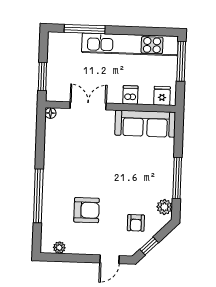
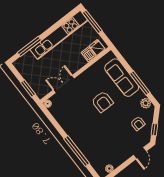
dishwasher: (130, 95) -> (89, 54), moved
sofa: (145, 124) -> (122, 78), moved, turned 90
armchair: (87, 210) -> (102, 102), moved, turned 90

